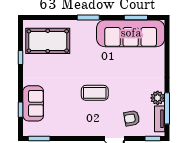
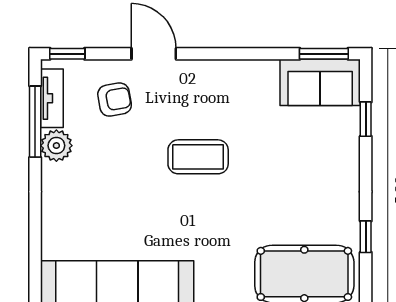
sofa: (33, 103) -> (320, 82), moved, turned -90

